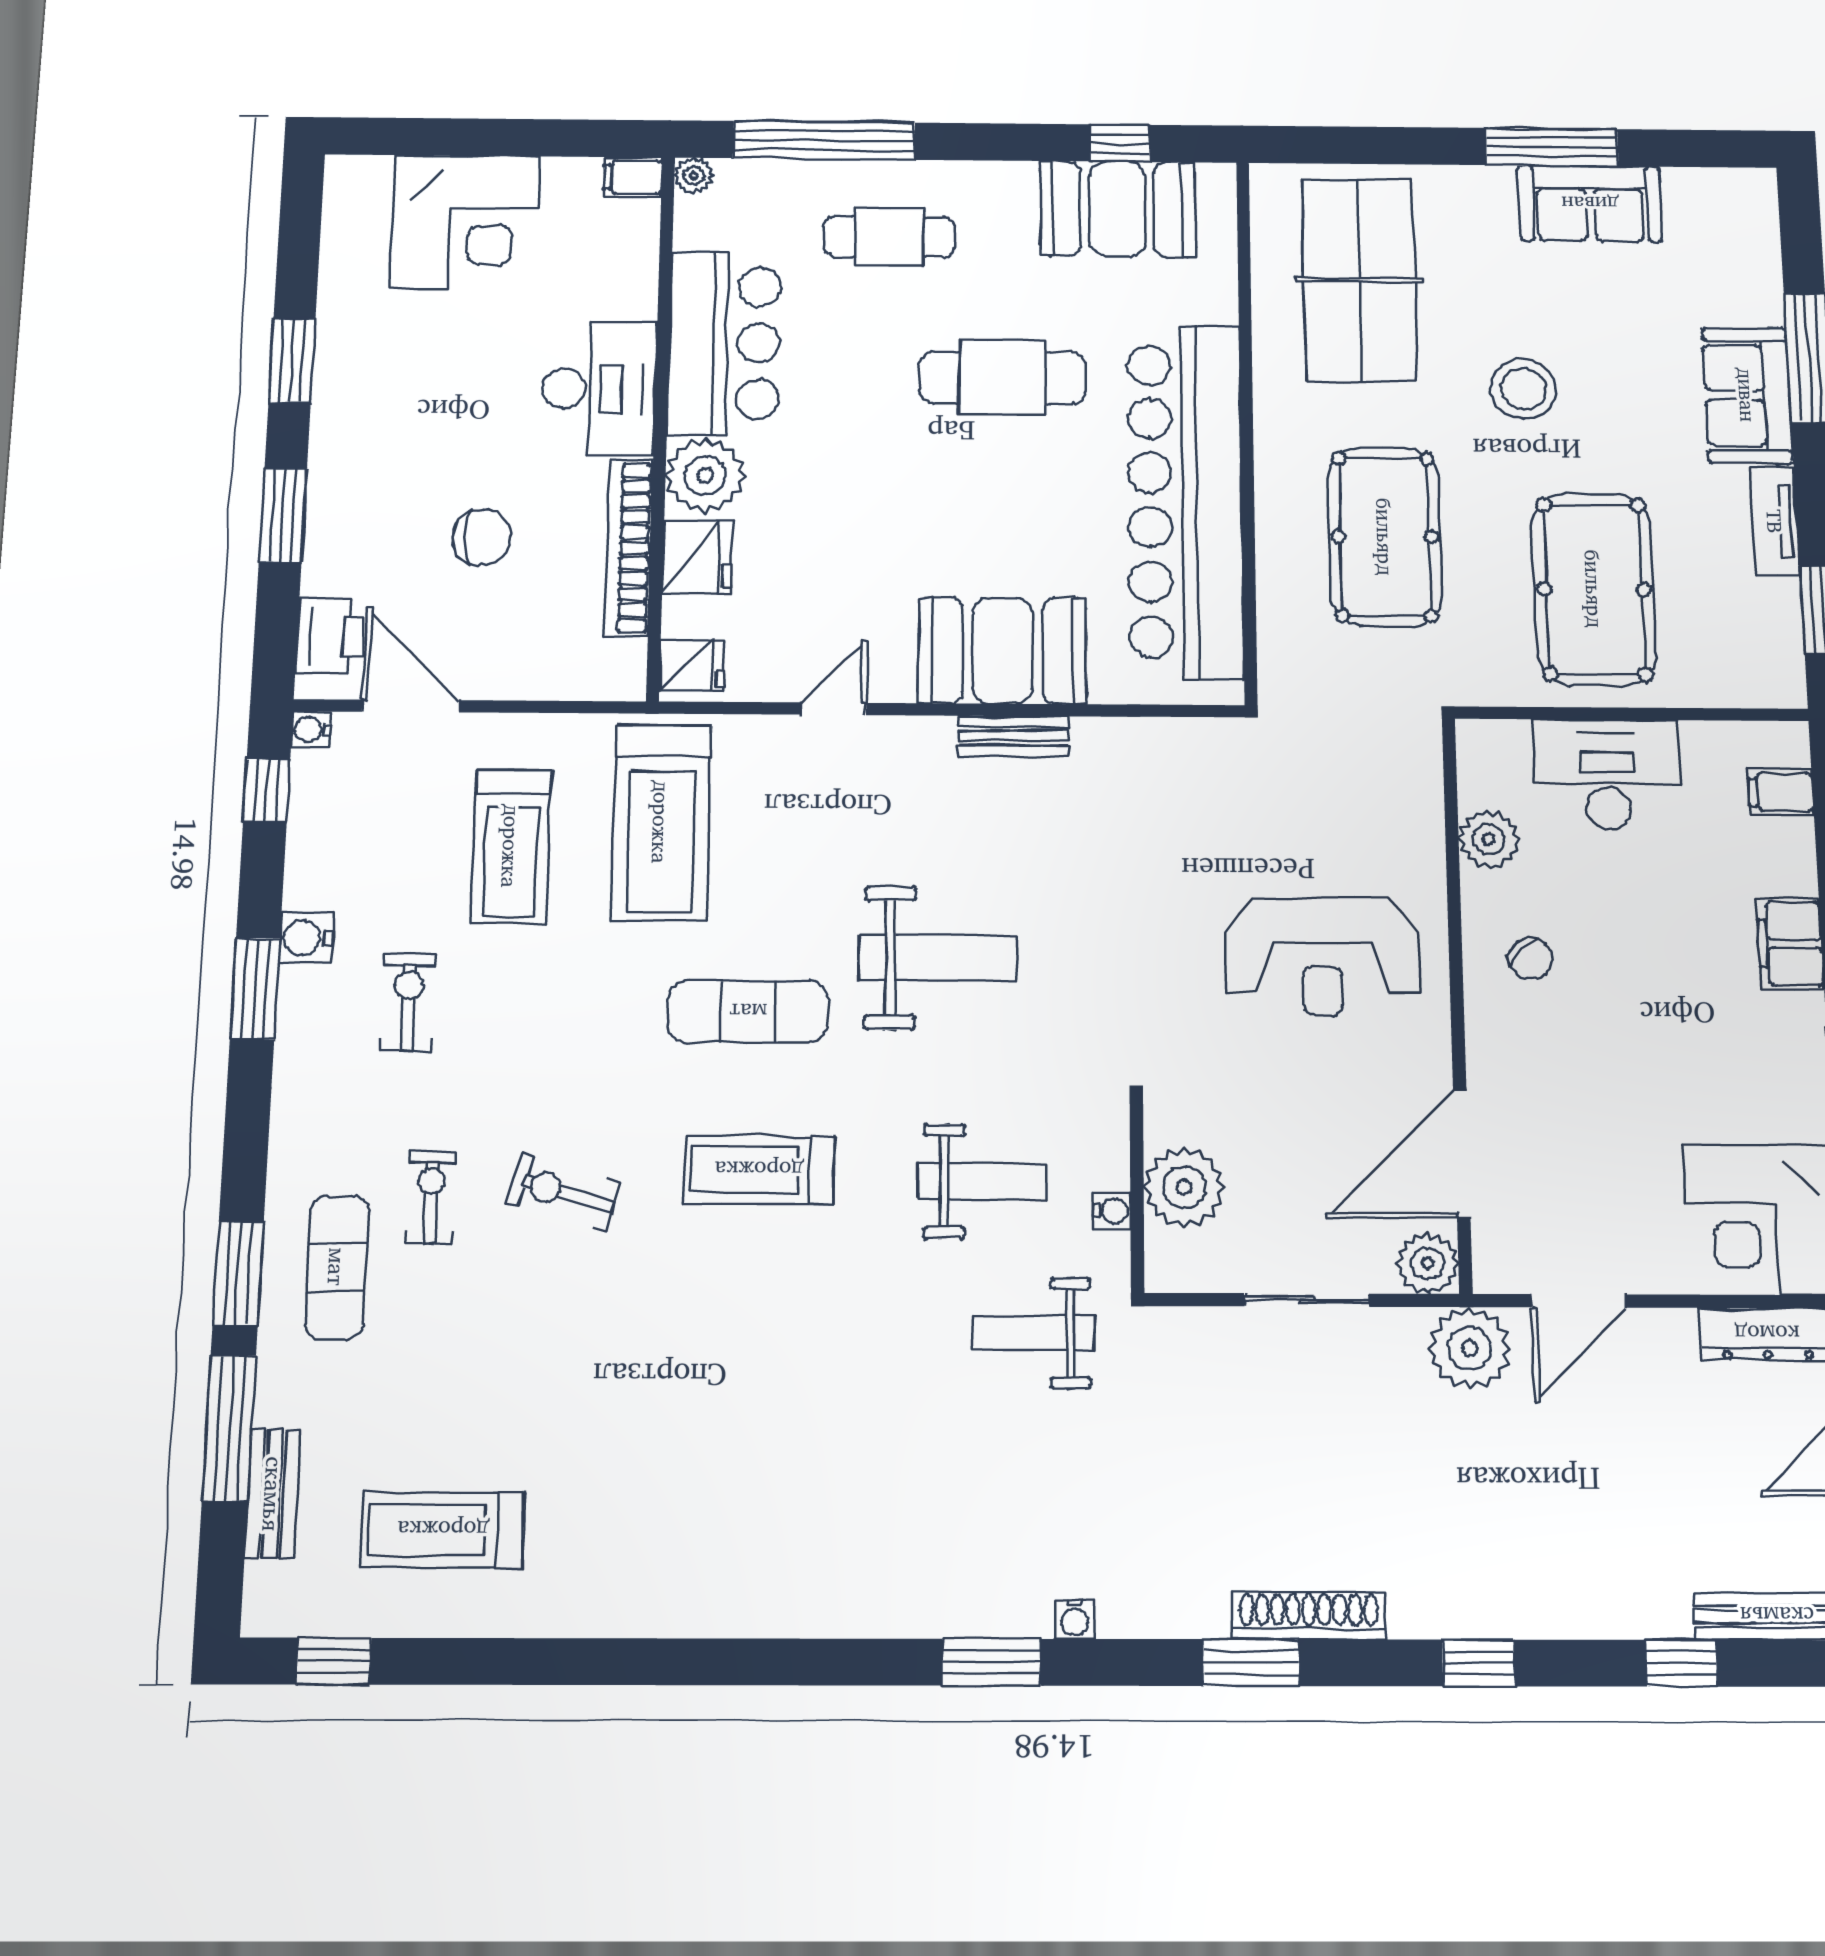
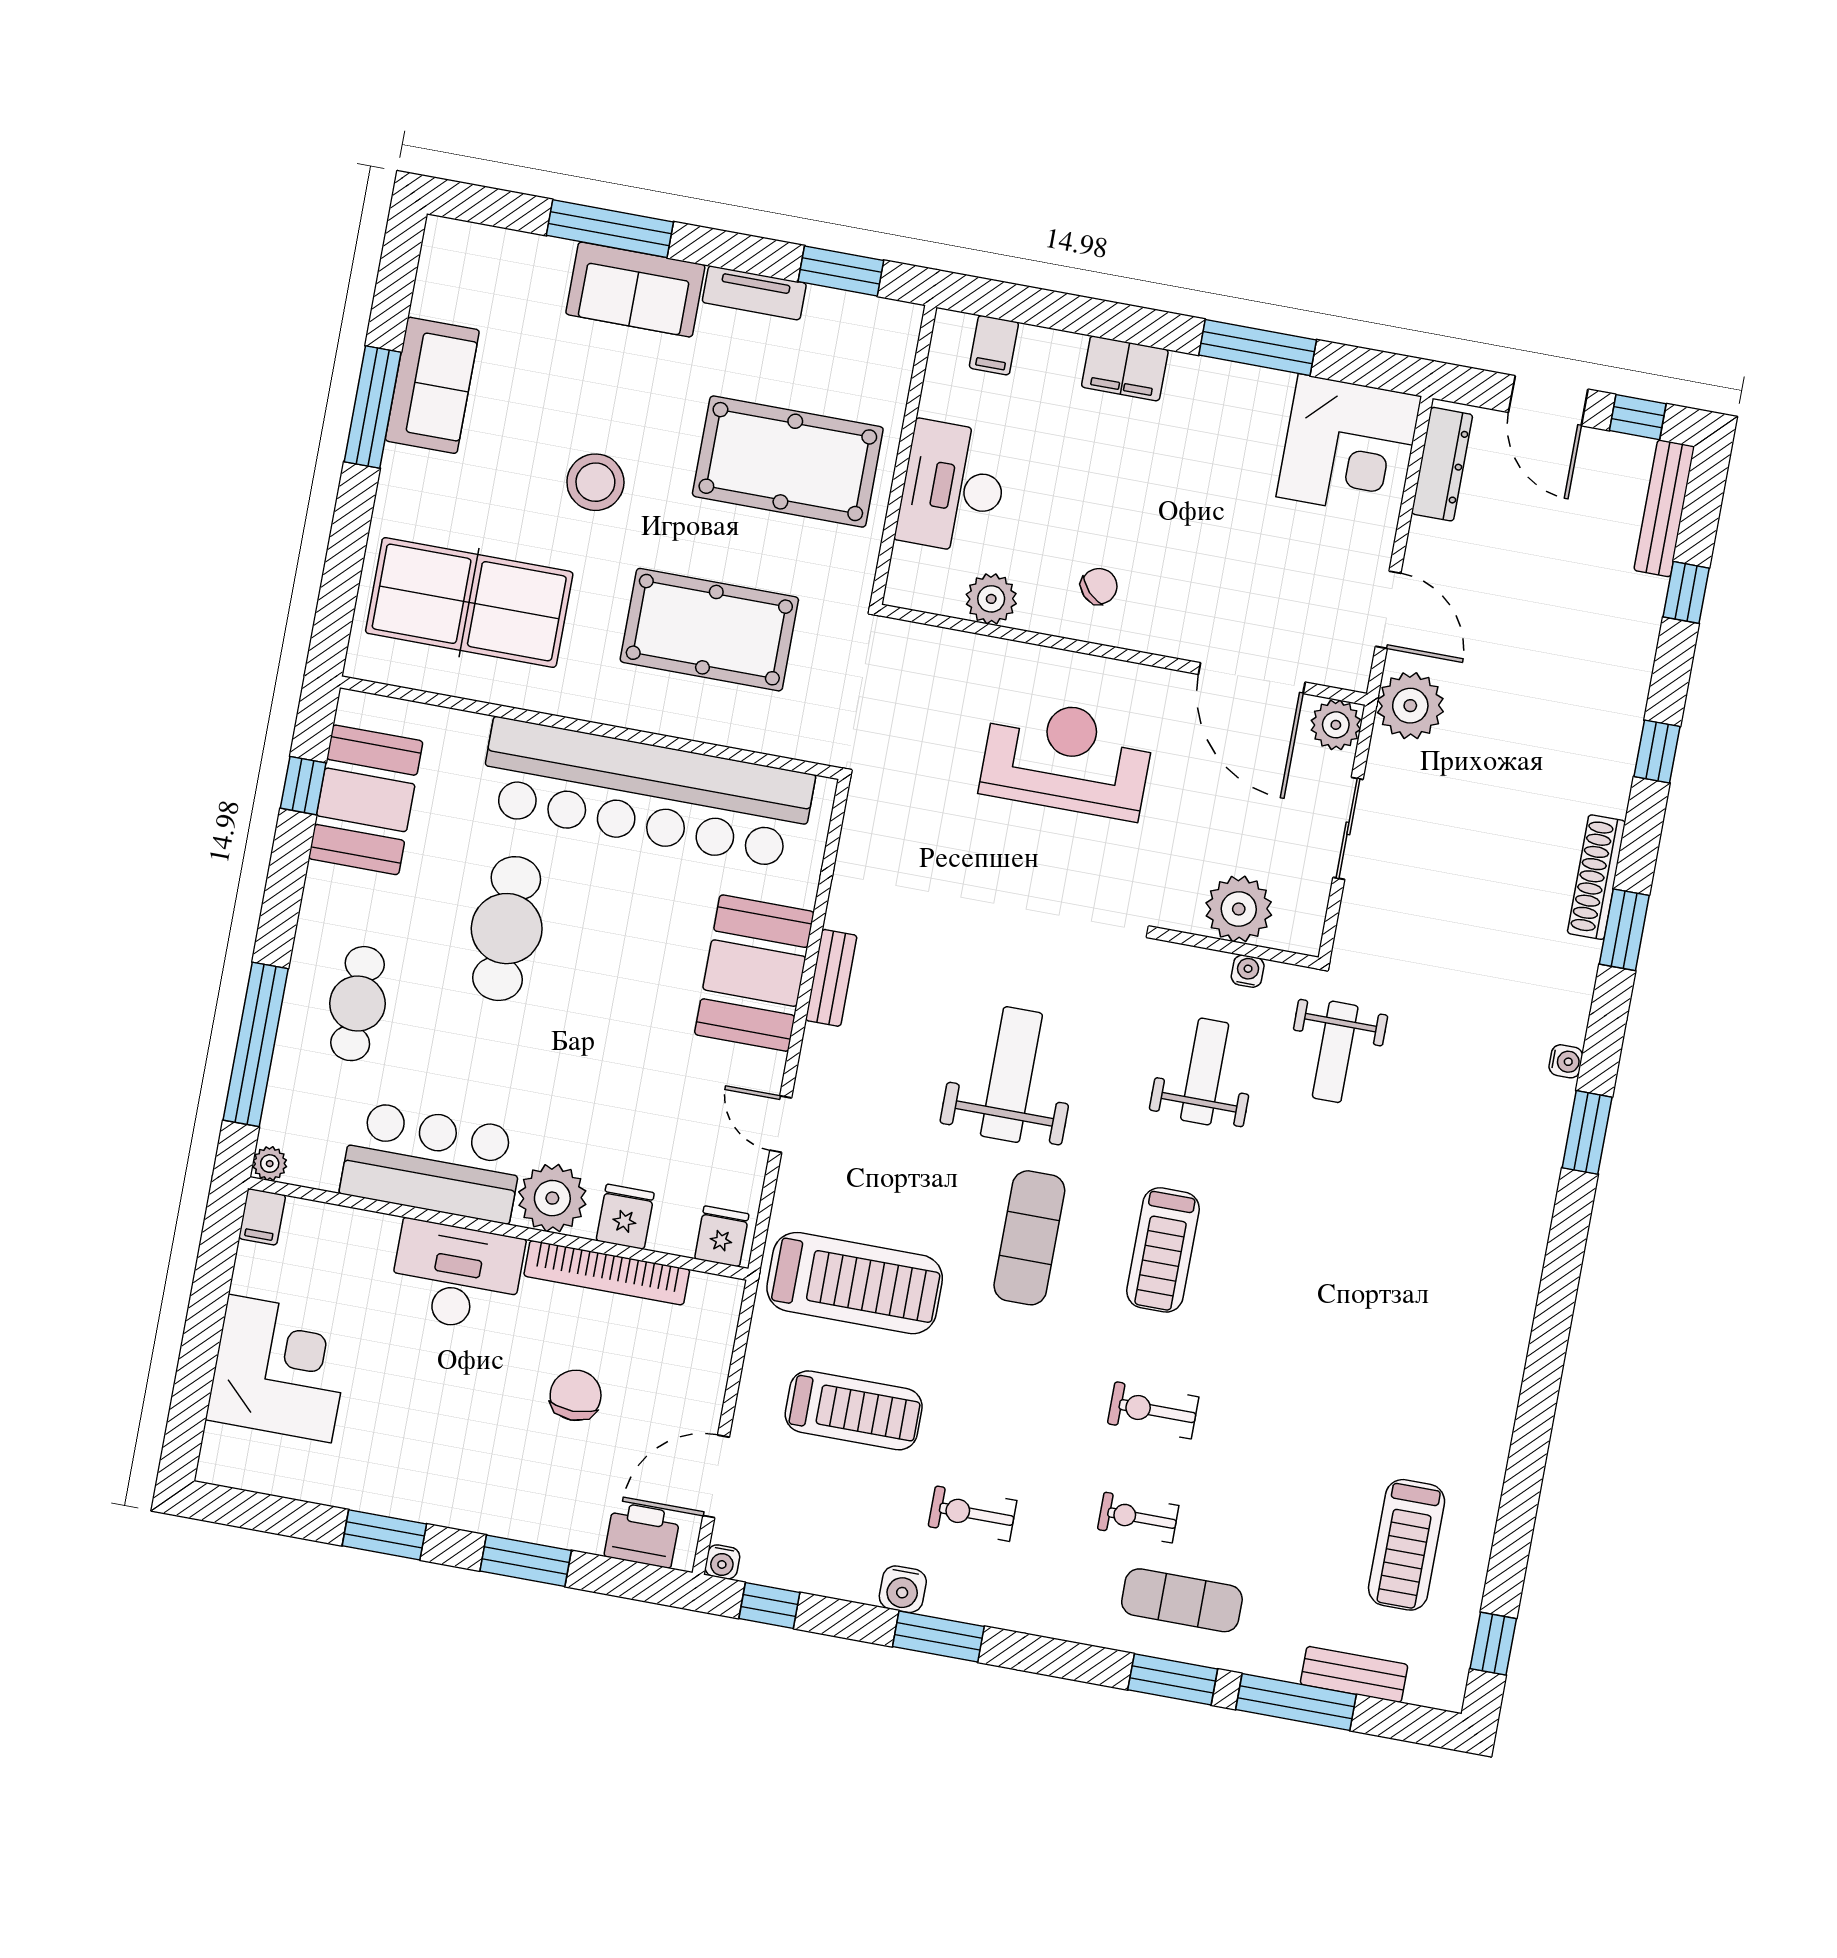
fridge: (697, 557) -> (625, 1217), width x0.72
reception desk: (1322, 957) -> (1067, 758), turned -90
exercise bike: (564, 1192) -> (1153, 1410), turned 74

